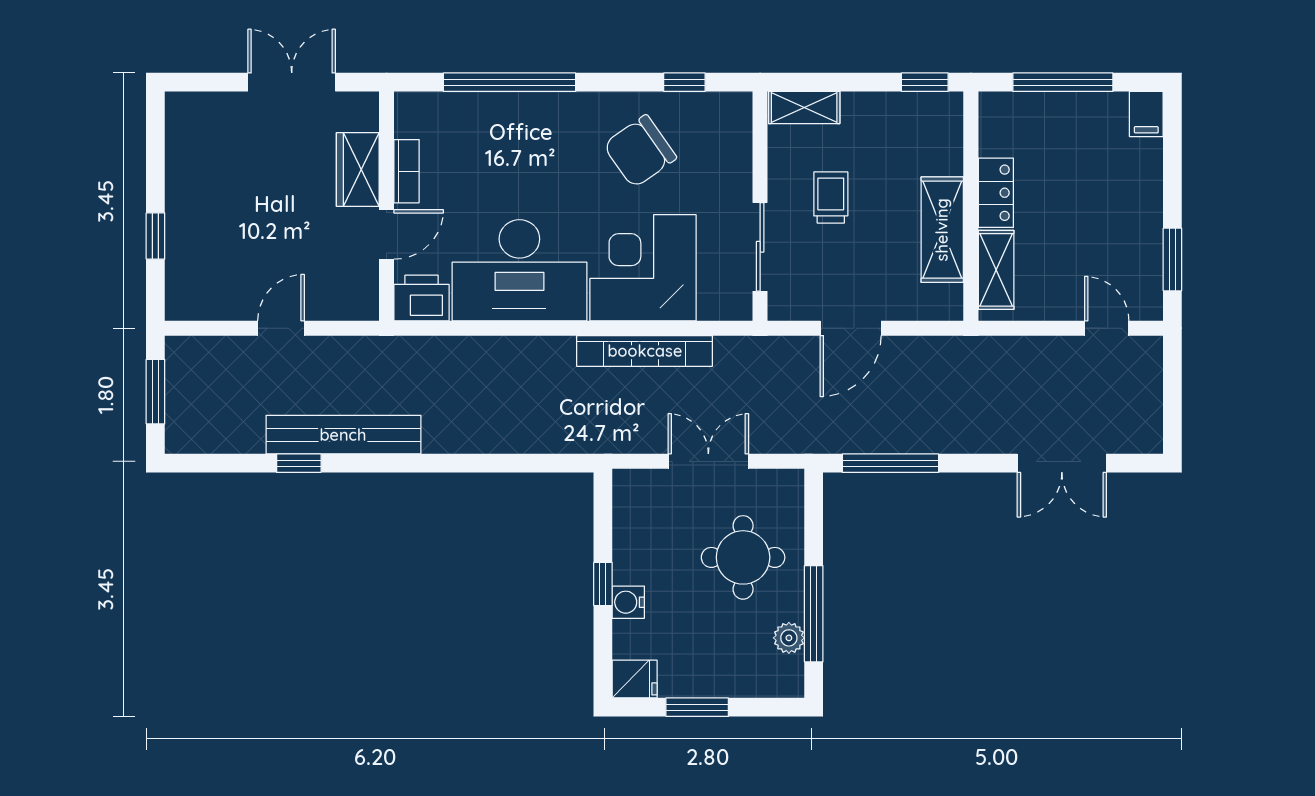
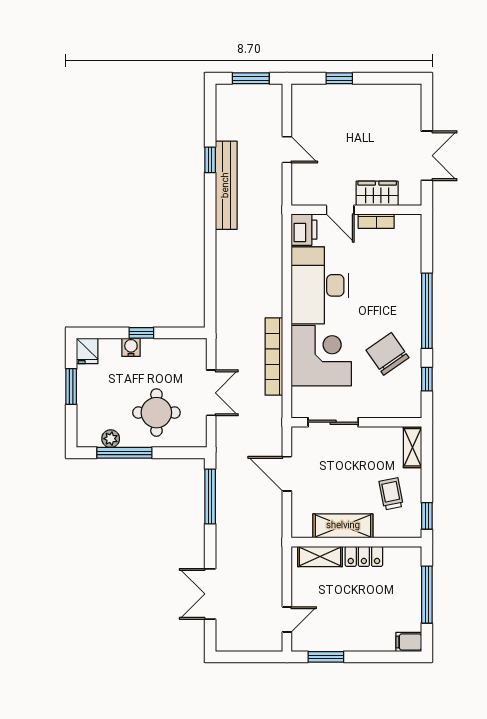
window: (510, 82) -> (427, 311), moved
trolley: (831, 198) -> (391, 494), moved, turned -101

